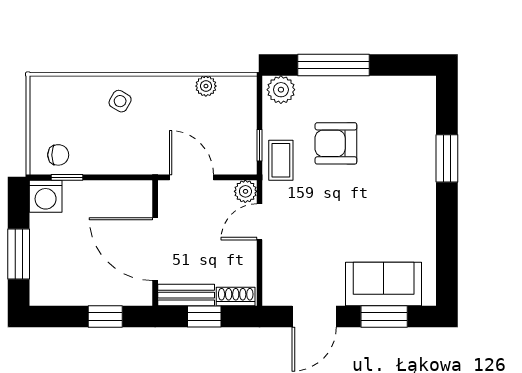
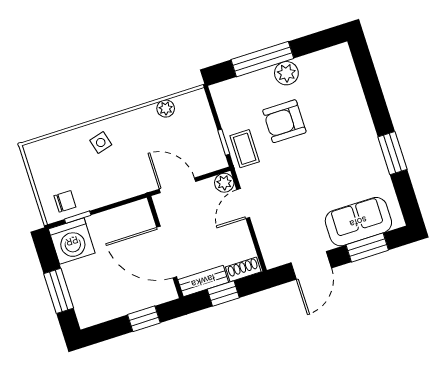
plant: (281, 90) -> (286, 73), moved
side table: (120, 101) -> (101, 142), turned 45
window: (447, 158) -> (392, 153), moved
washing machine: (46, 196) -> (72, 241), width x1.37, depth x1.37

